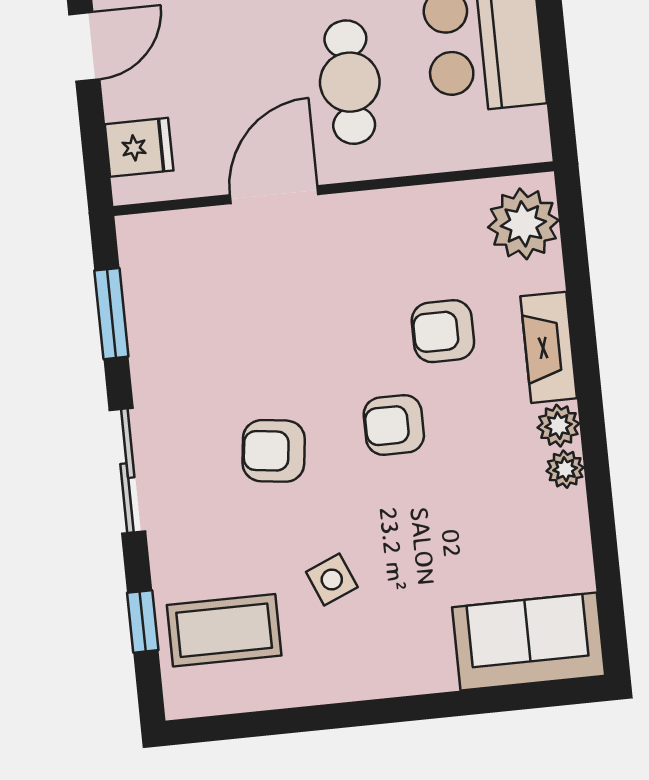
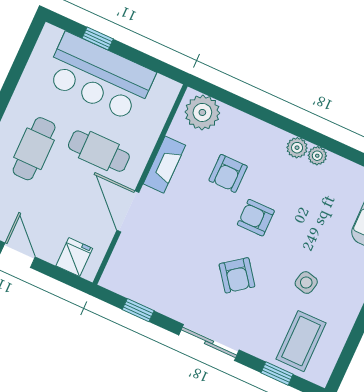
window: (111, 314) -> (138, 310), width x0.67
fireplace: (549, 347) -> (164, 165), moved, turned -90
armchair: (394, 425) -> (256, 218), turned 90
armchair: (274, 451) -> (237, 275), turned -44
side table: (332, 579) -> (306, 283), turned 36

